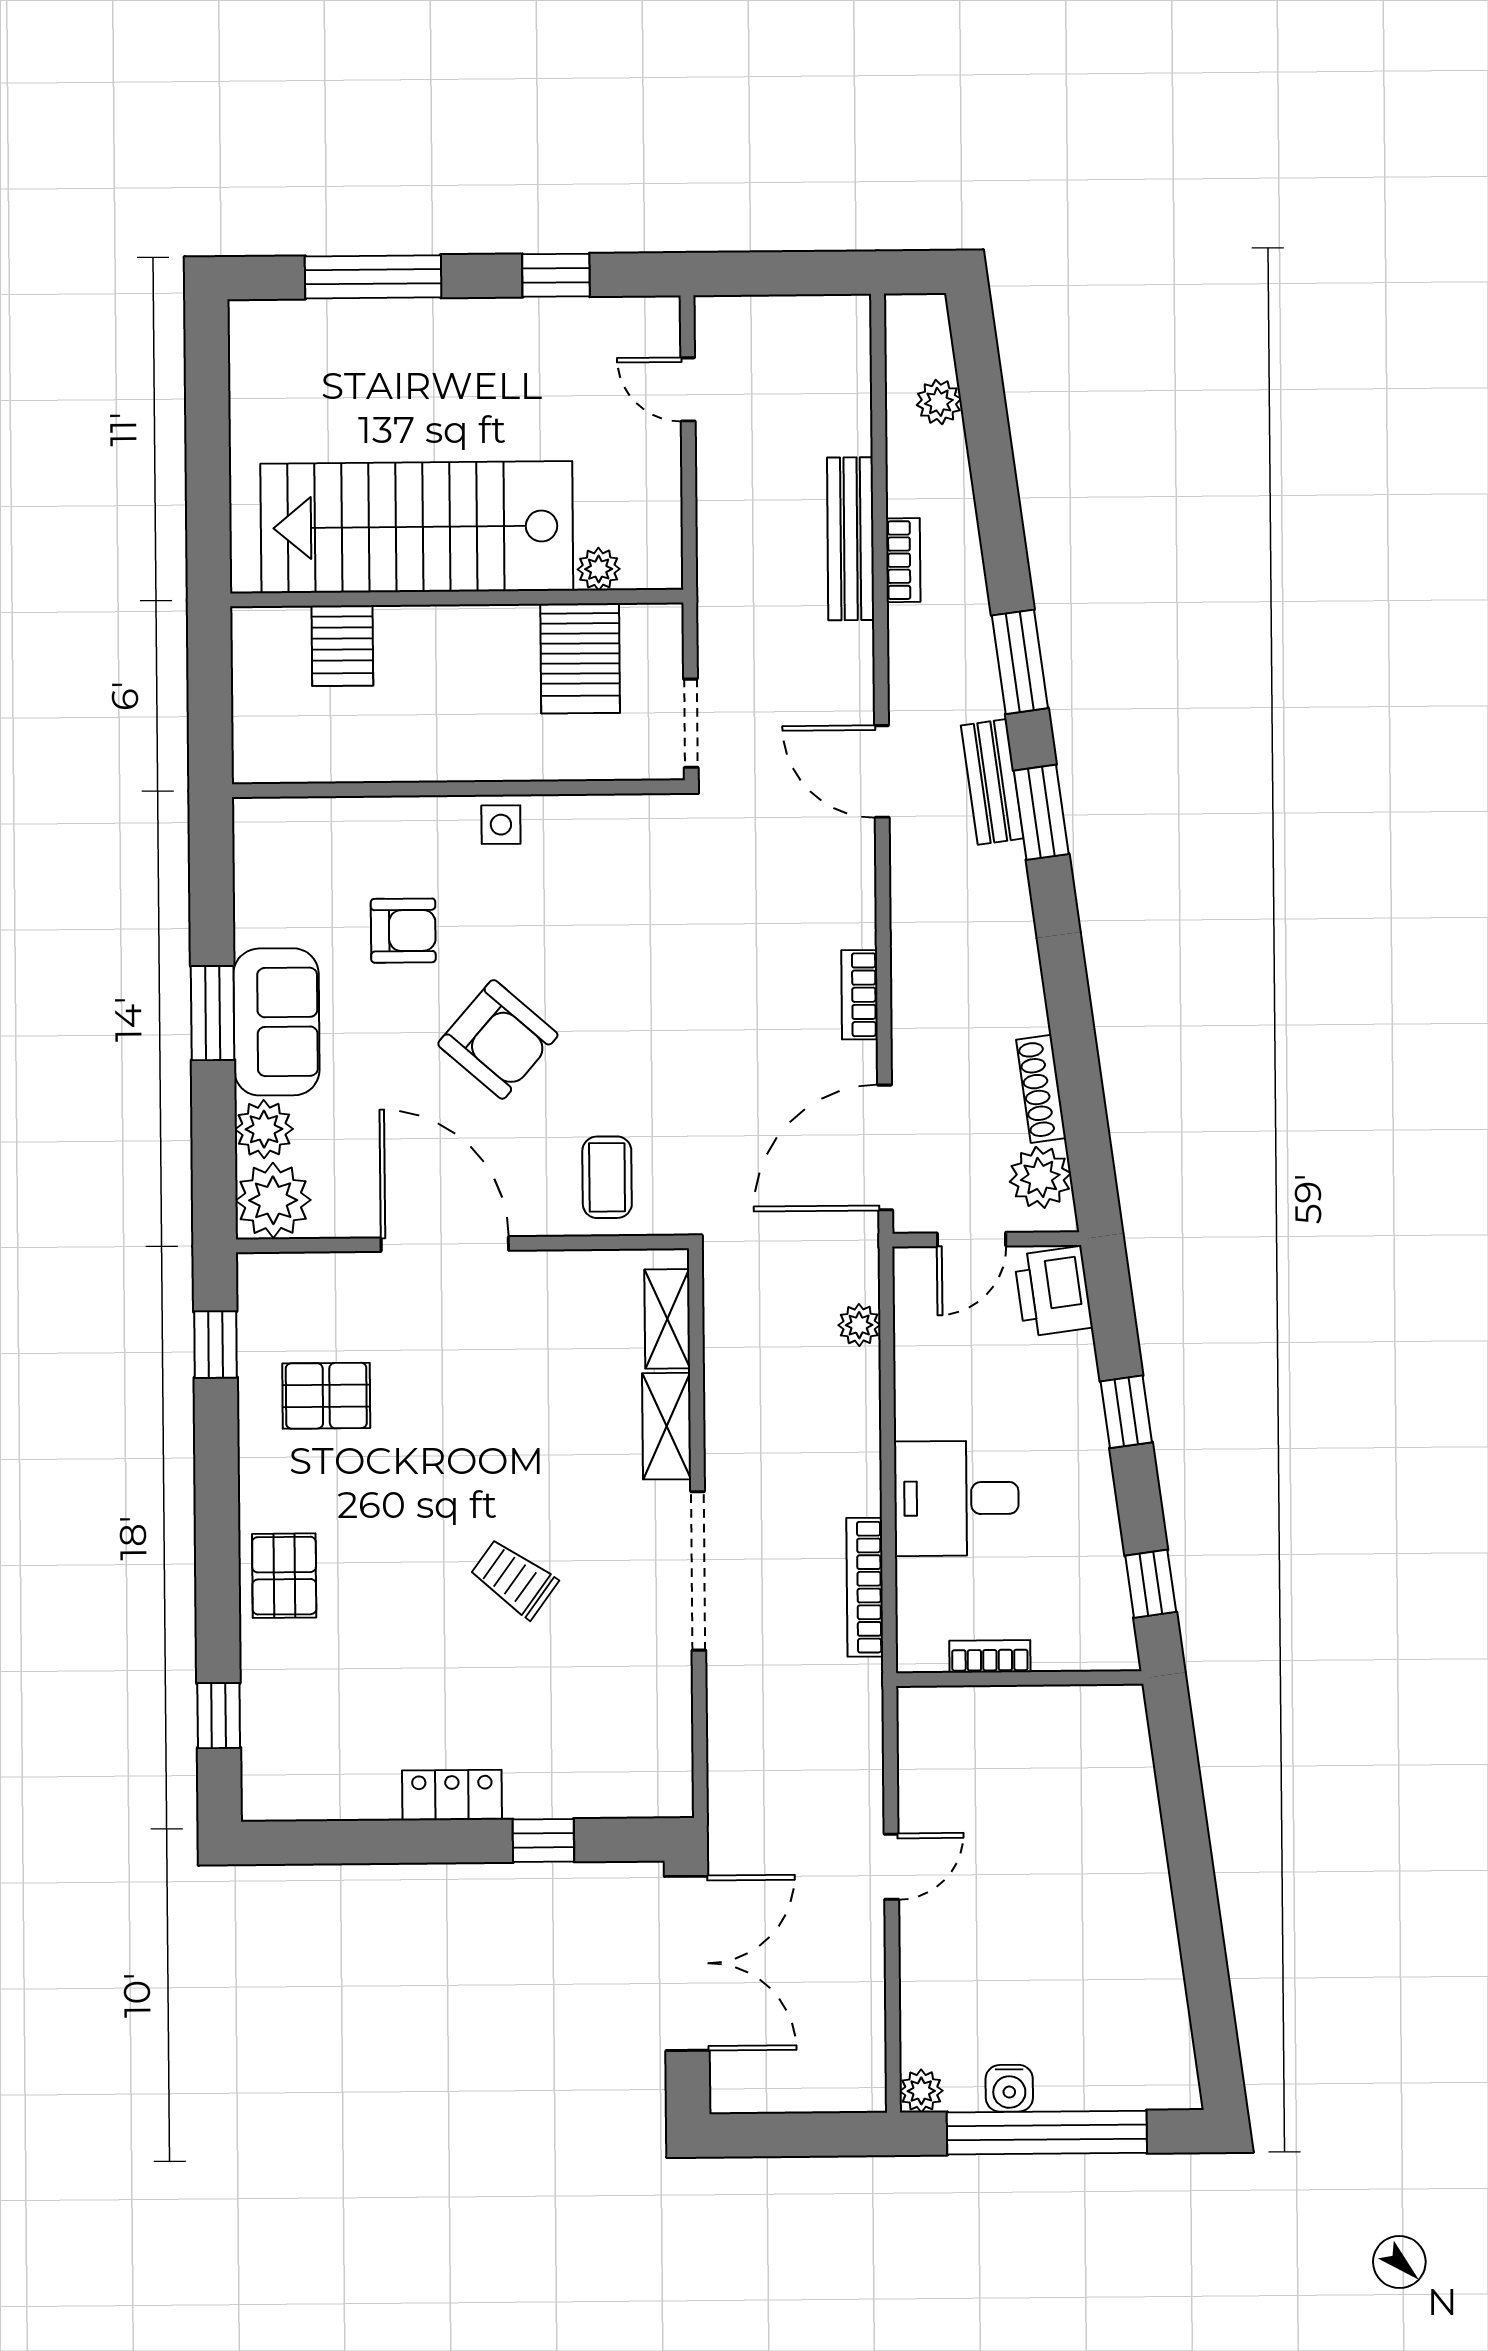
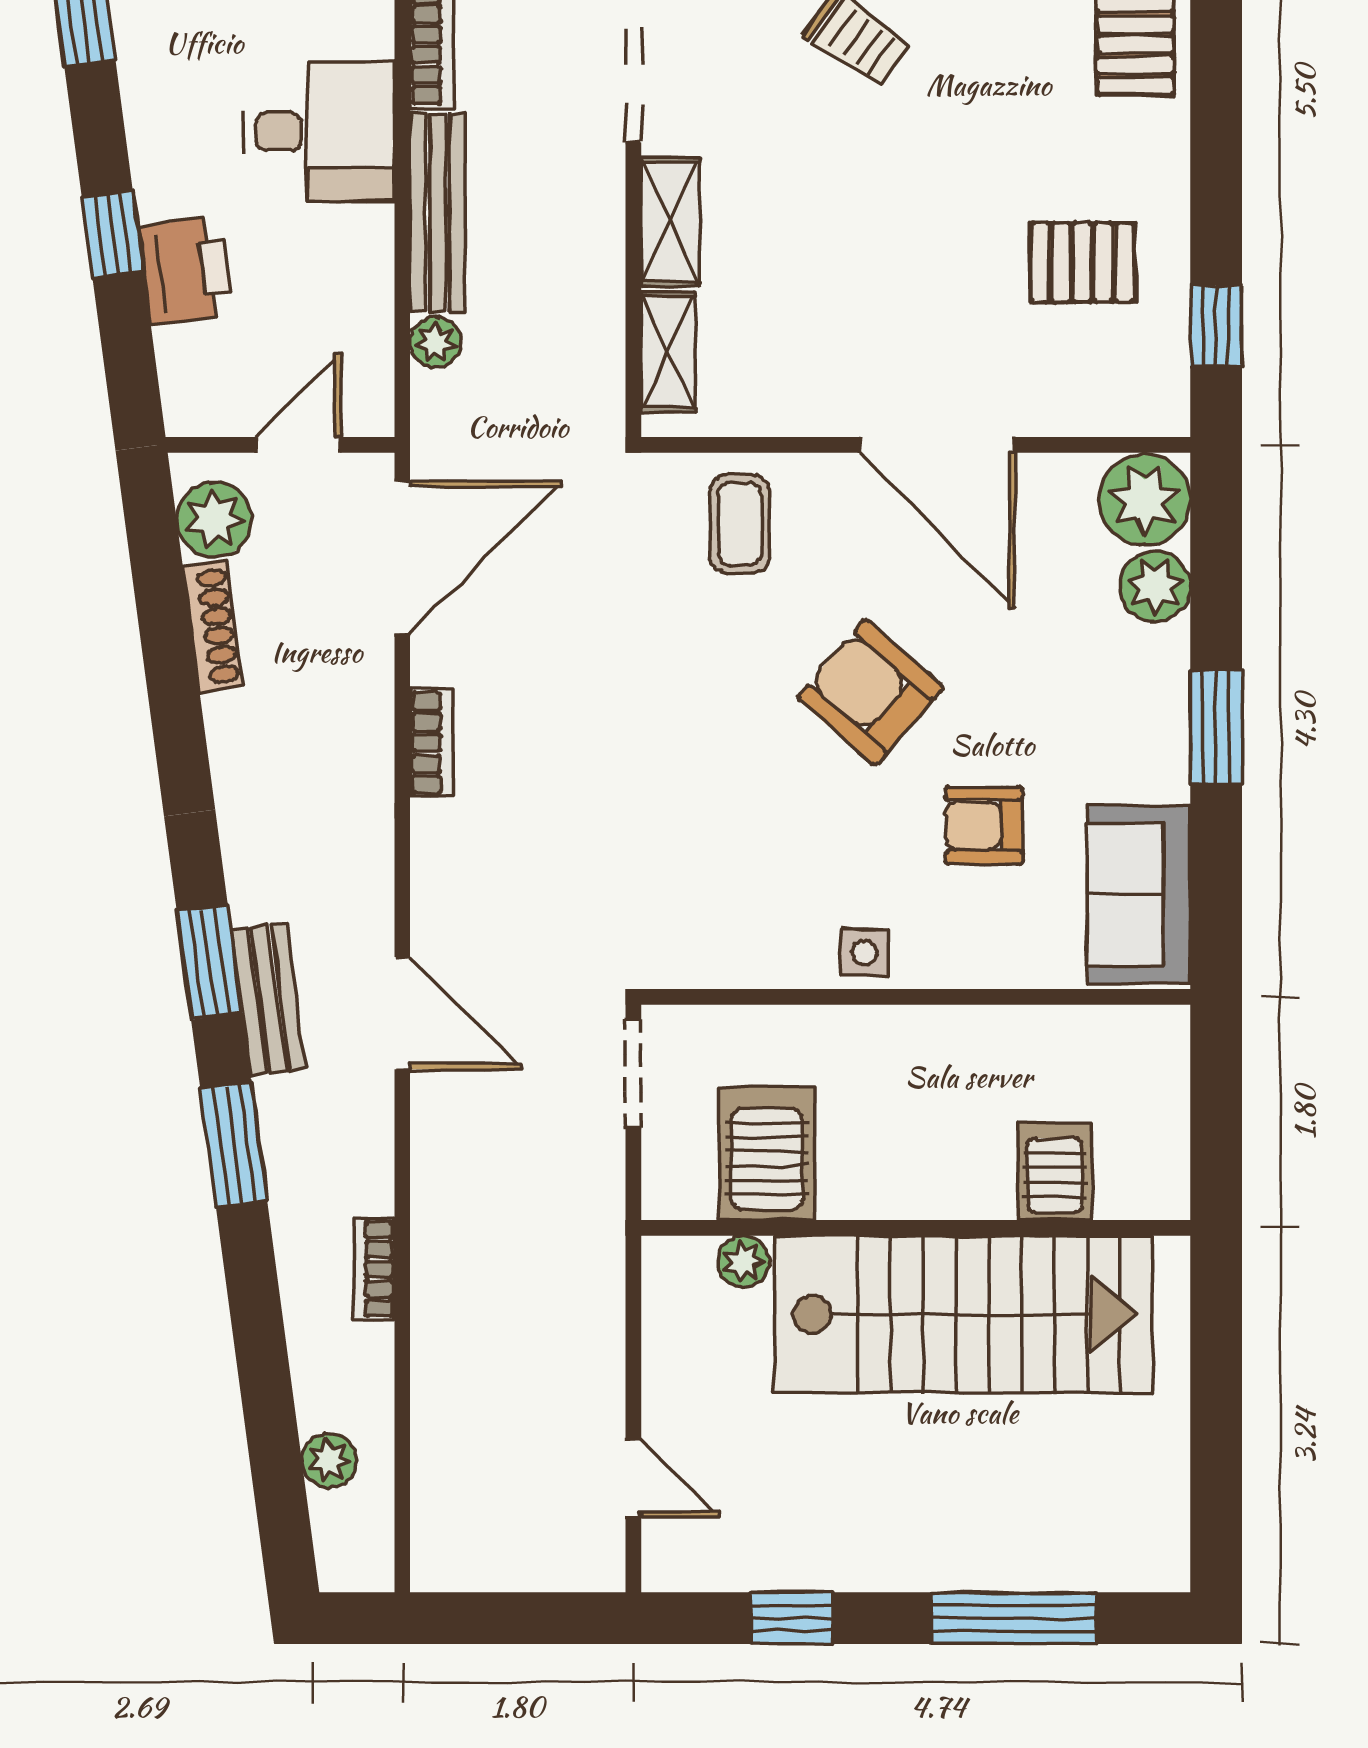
bench: (851, 539) -> (438, 213), moved
sofa: (276, 1022) -> (1139, 894), moved
printer: (1053, 1291) -> (185, 271), moved

